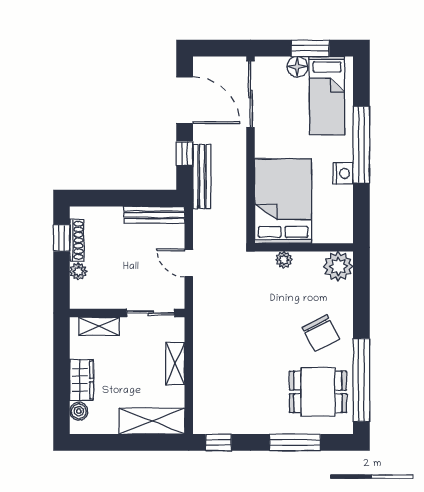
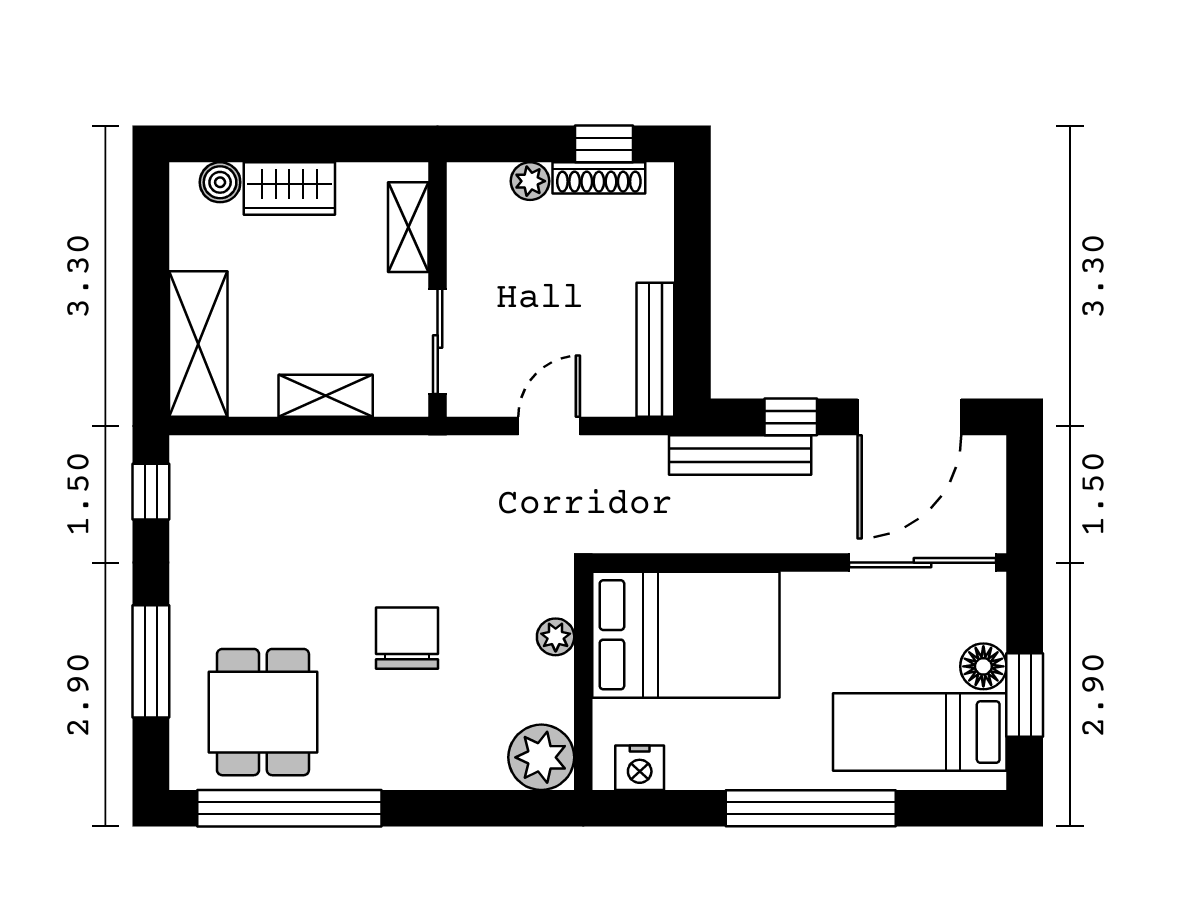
nightstand: (343, 173) -> (640, 768), moved
chair: (321, 333) -> (407, 638), moved, turned 118

